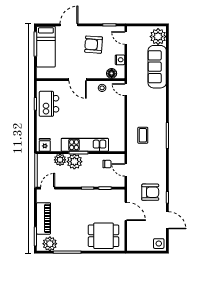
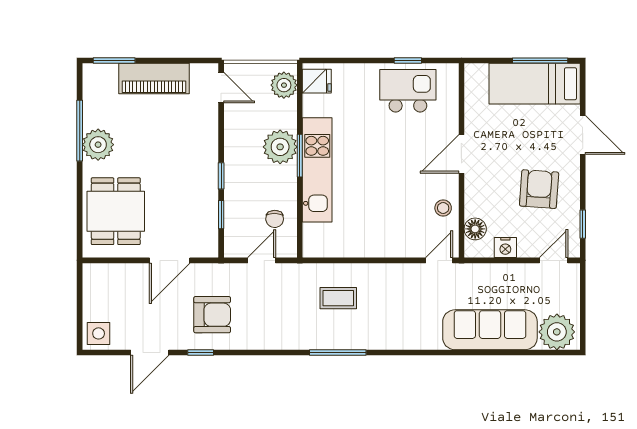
plant: (60, 160) -> (284, 85), moved
armchair: (150, 192) -> (212, 315), turned -90
plant: (50, 244) -> (98, 145), moved

